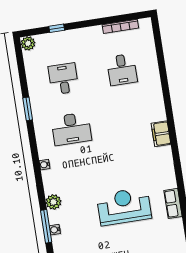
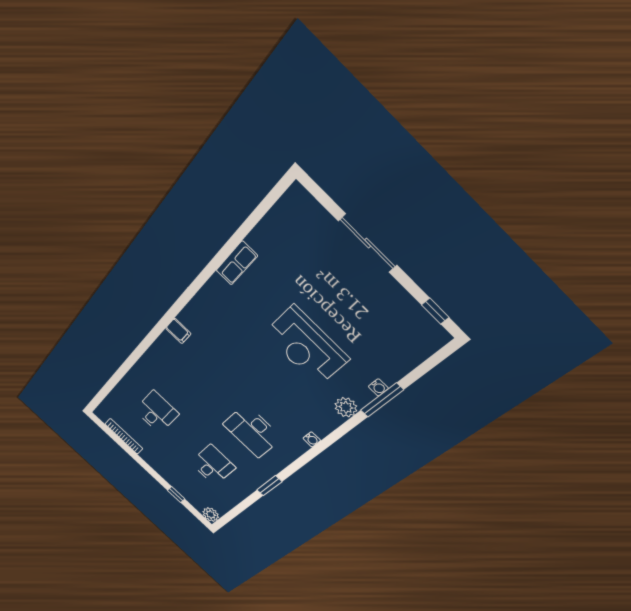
desk: (63, 79) -> (213, 465), turned 180
desk: (71, 129) -> (252, 431), turned 180
filing cabinet: (161, 134) -> (178, 331), width x0.50
reception desk: (124, 207) -> (306, 346), moved

